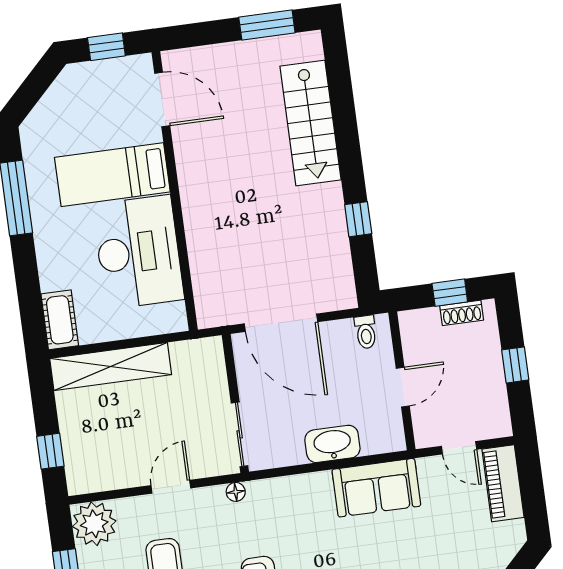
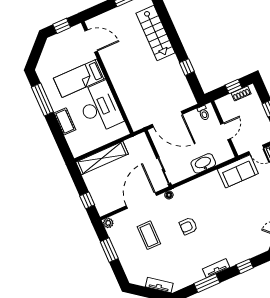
cot: (60, 320) -> (65, 121), moved
door: (171, 487) -> (141, 201), width x1.87
sofa: (376, 488) -> (238, 171), moved
plant: (94, 524) -> (108, 223), width x0.53, depth x0.53

